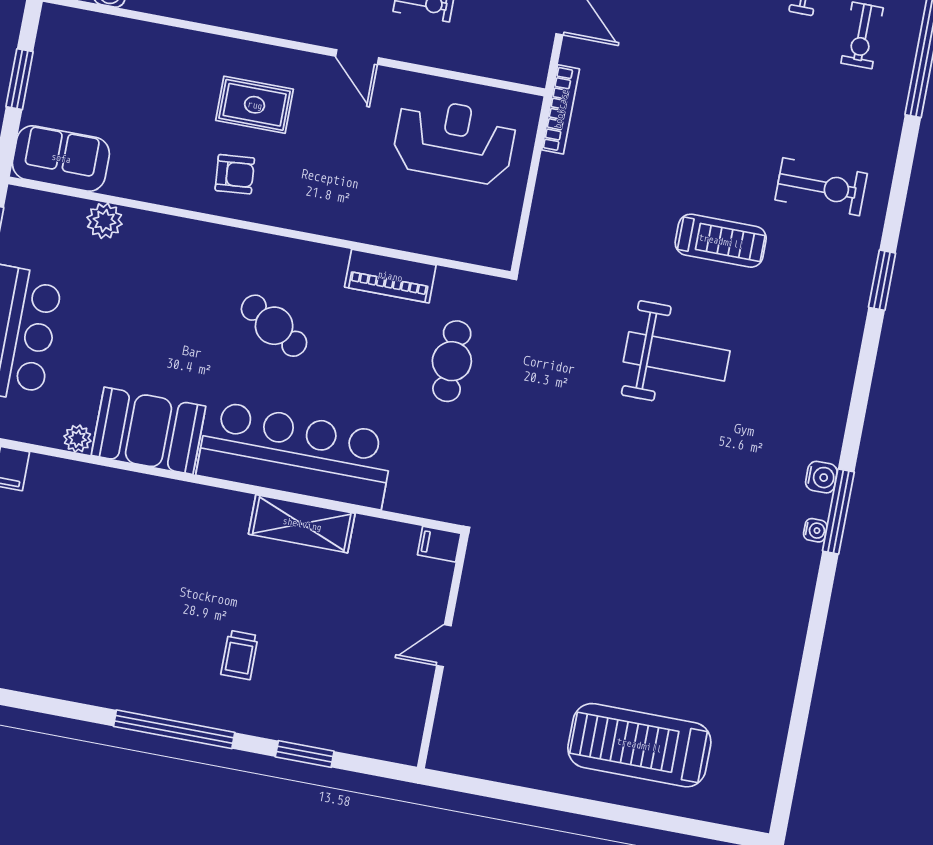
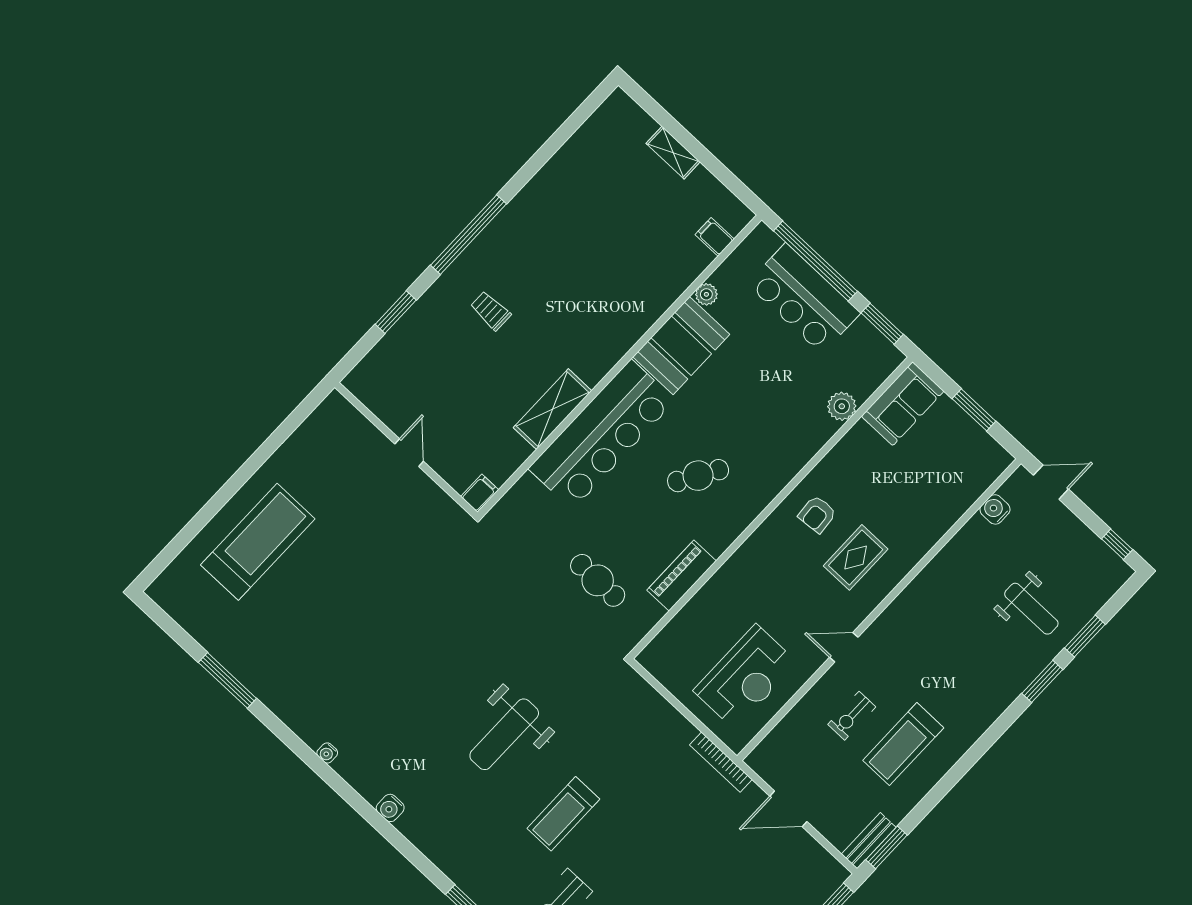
water cooler: (821, 477) -> (390, 808), moved
window: (838, 512) -> (227, 680), moved

